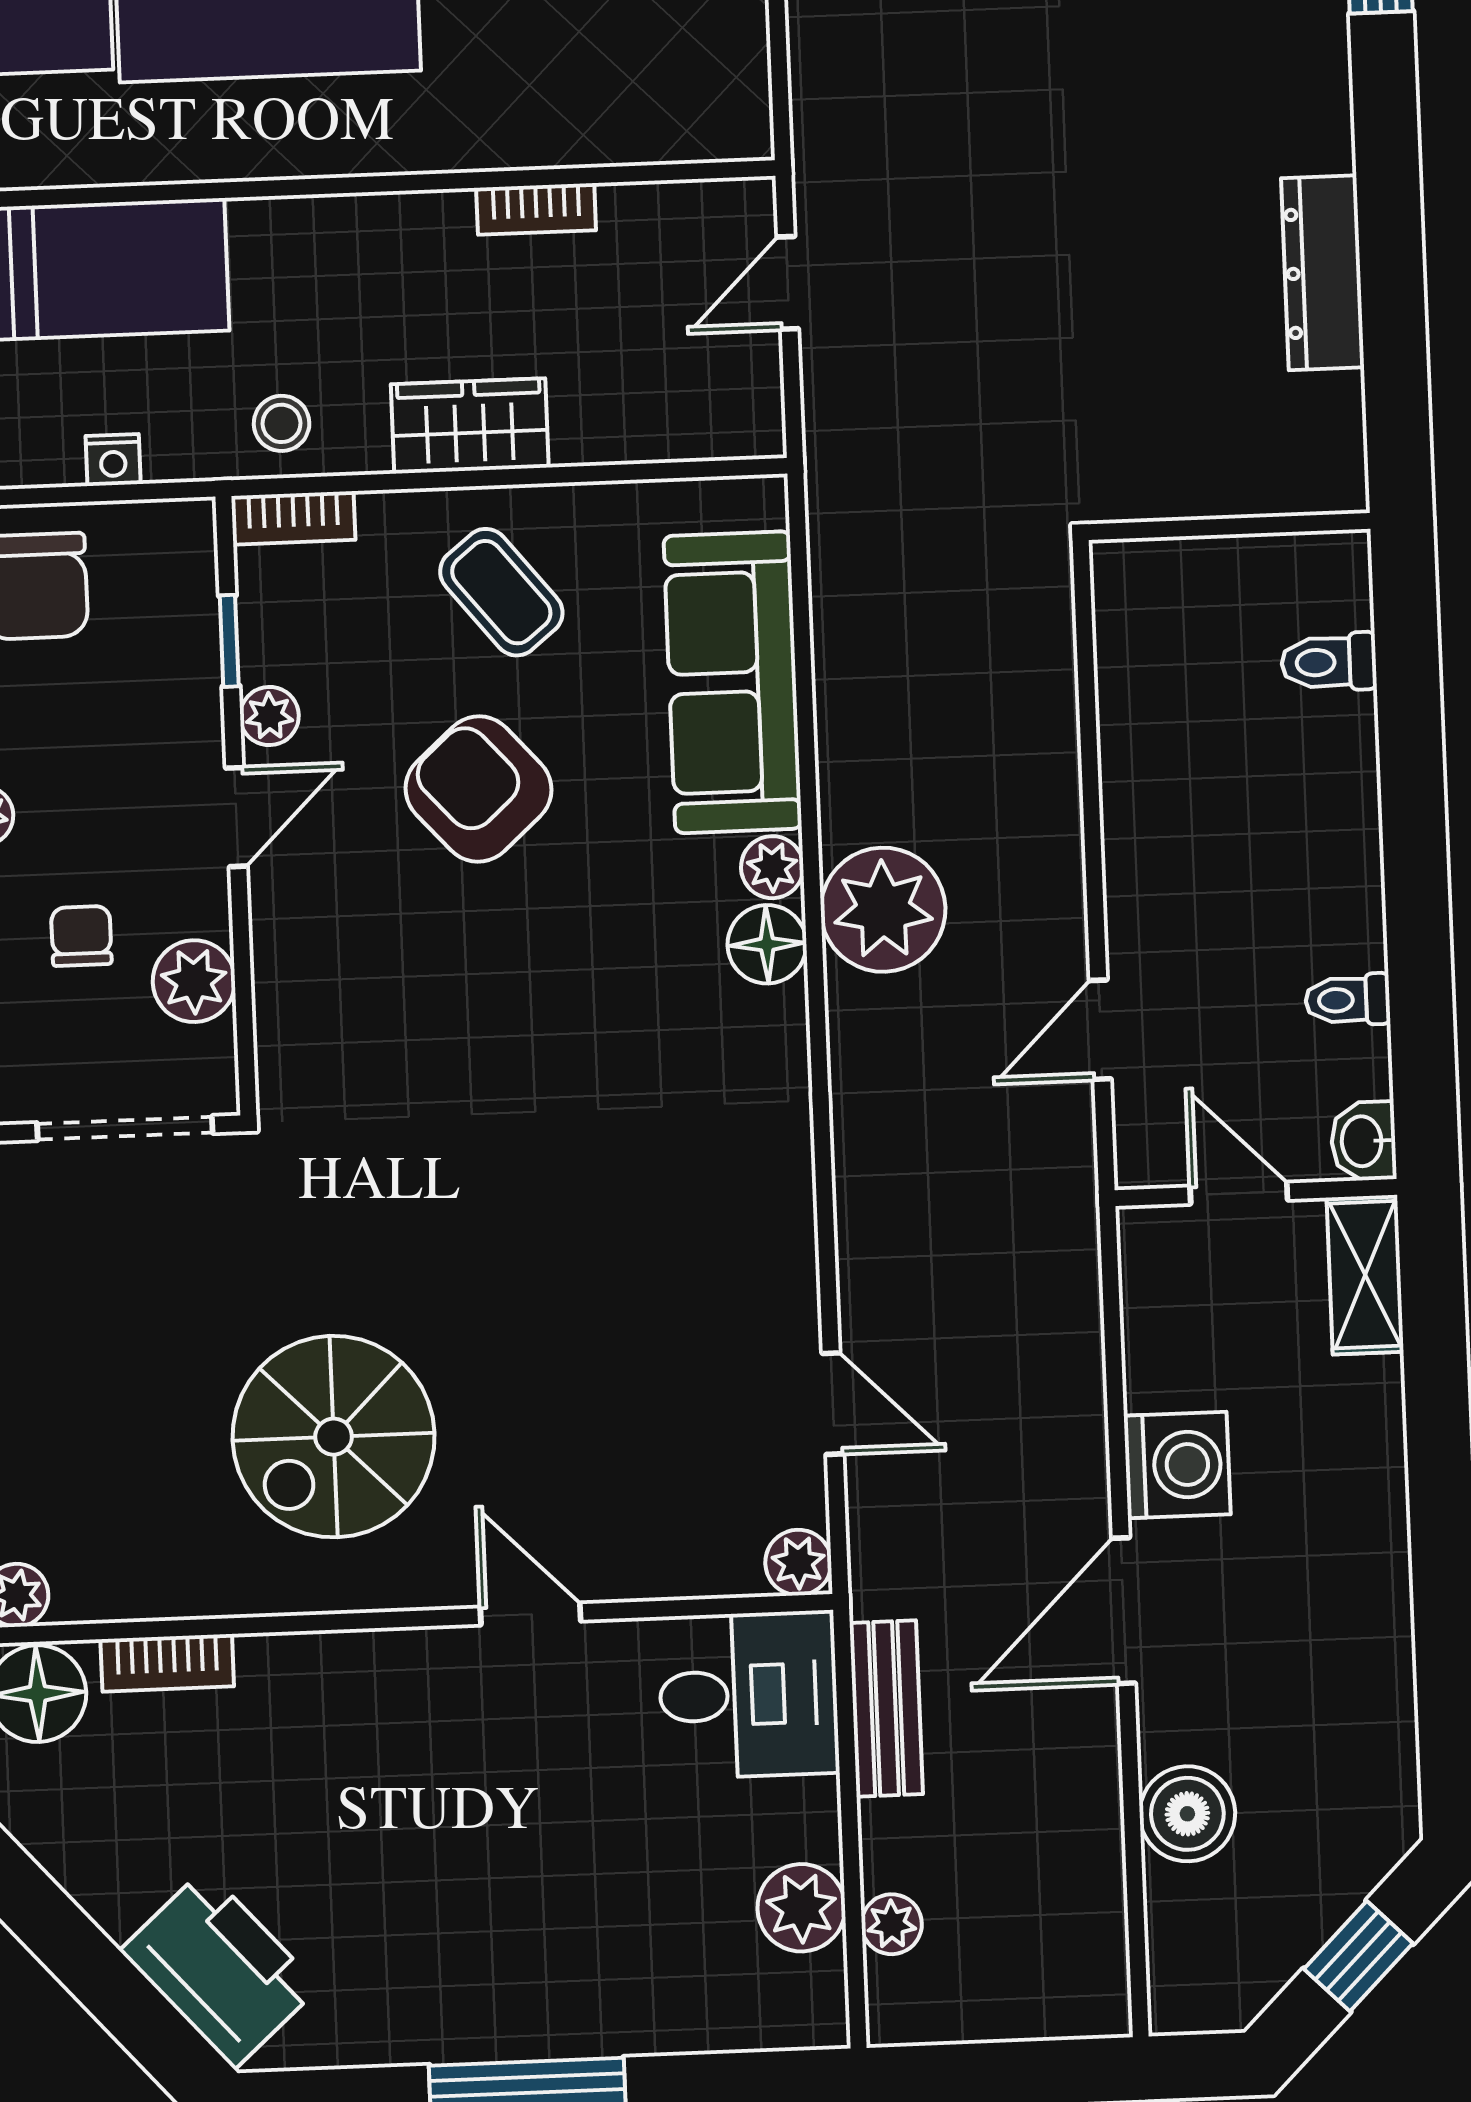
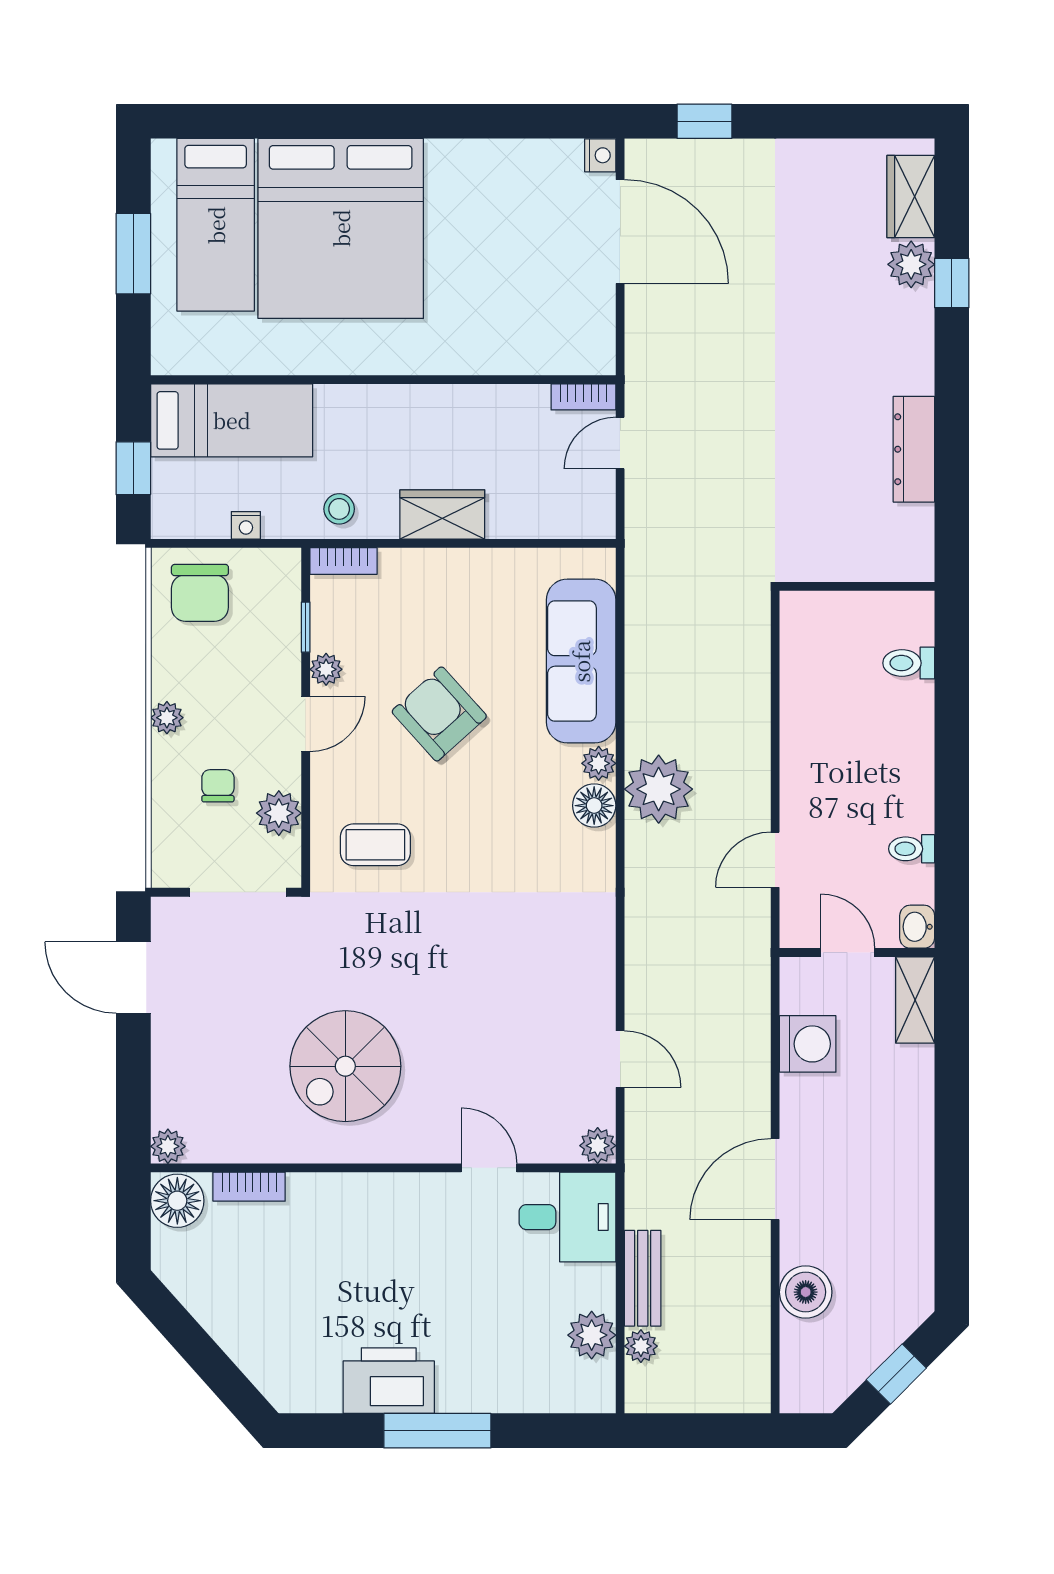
bookcase: (536, 209) -> (583, 397), moved
coffee table: (501, 592) -> (375, 845), moved, turned -51
washing machine: (1177, 1465) -> (808, 1044), moved
door: (530, 1614) -> (489, 1168), moved
bench: (886, 1709) -> (643, 1278), moved
printer: (220, 1969) -> (389, 1381), moved, turned -48

